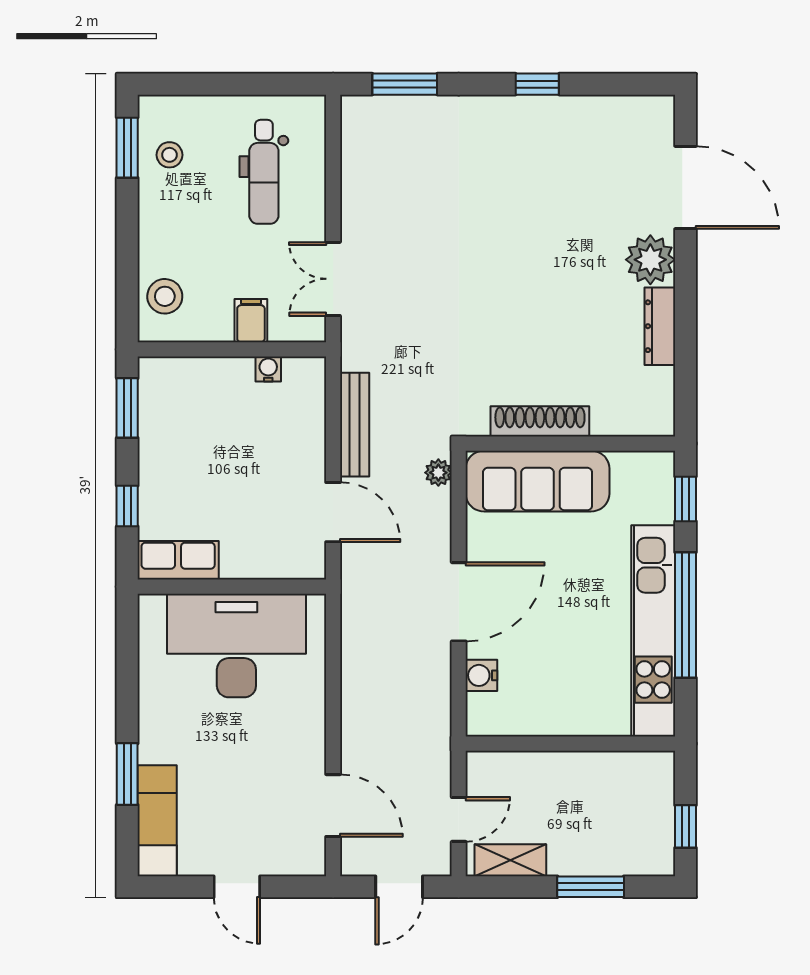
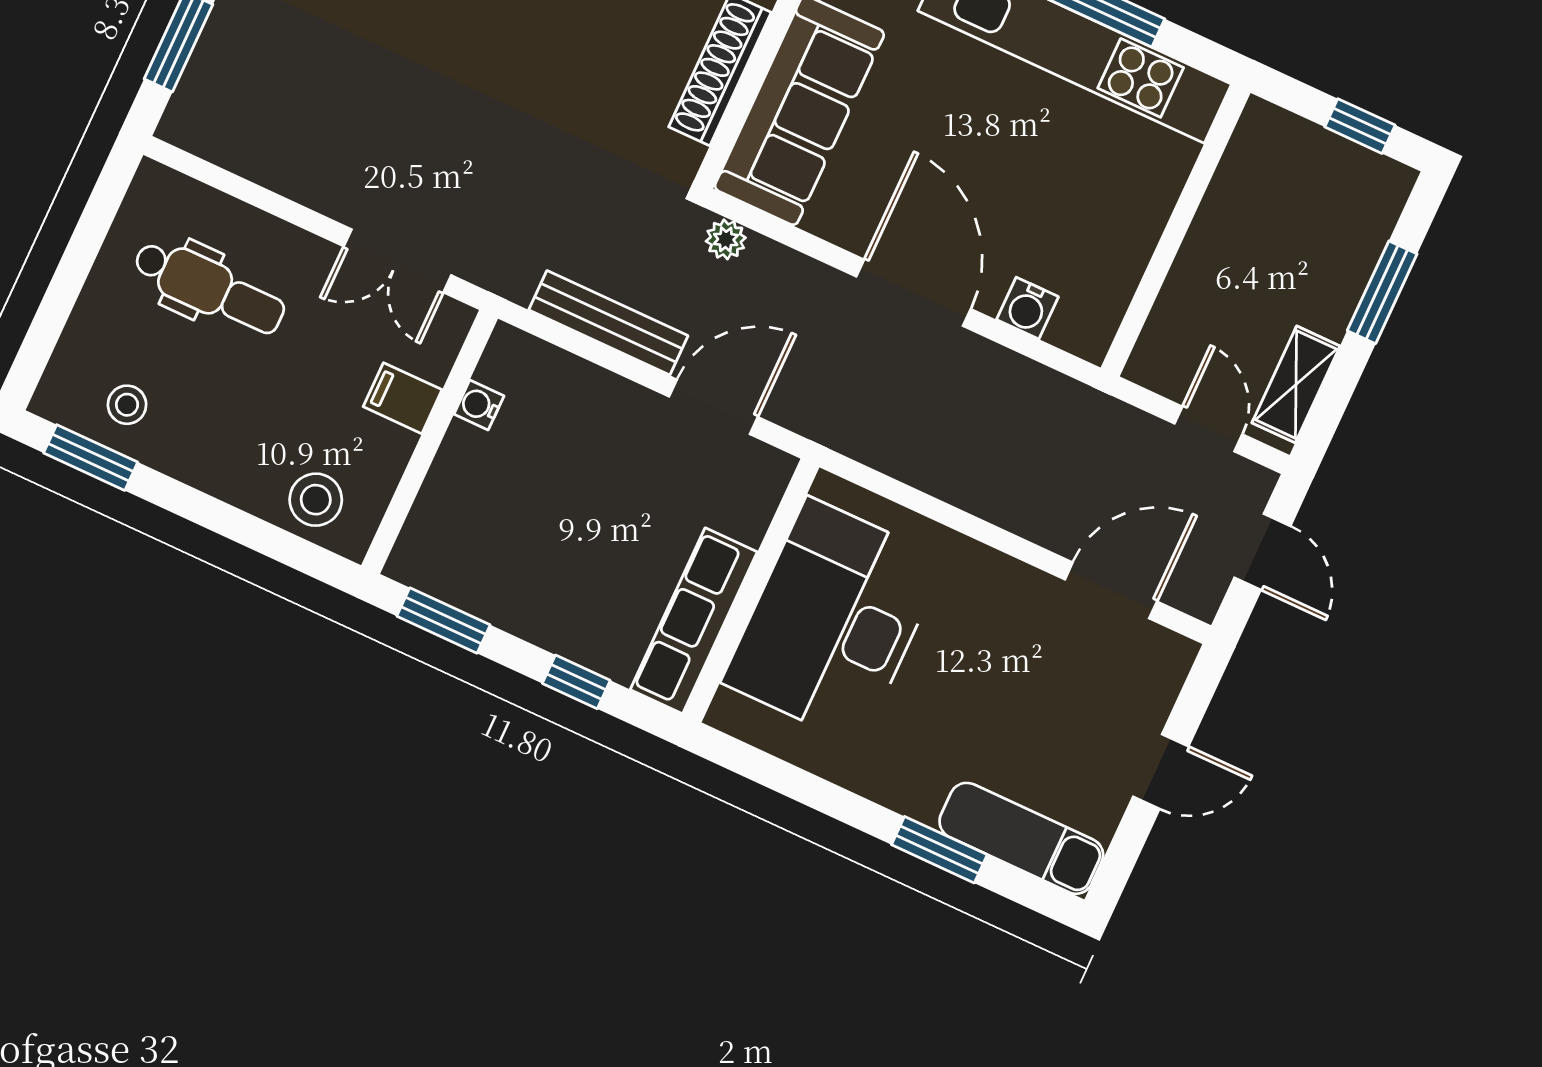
row of seats: (178, 560) -> (694, 621), width x1.48

